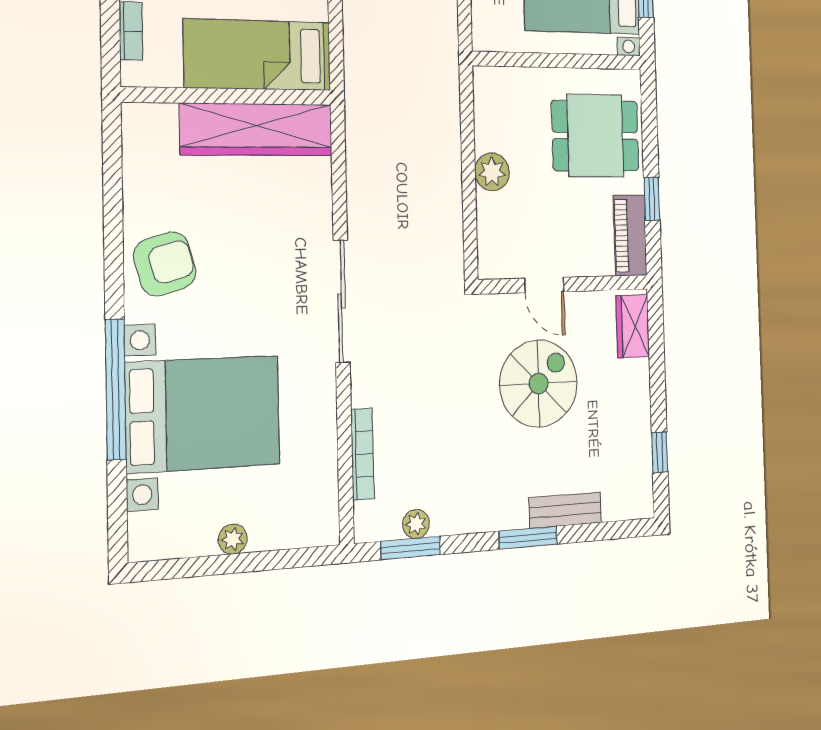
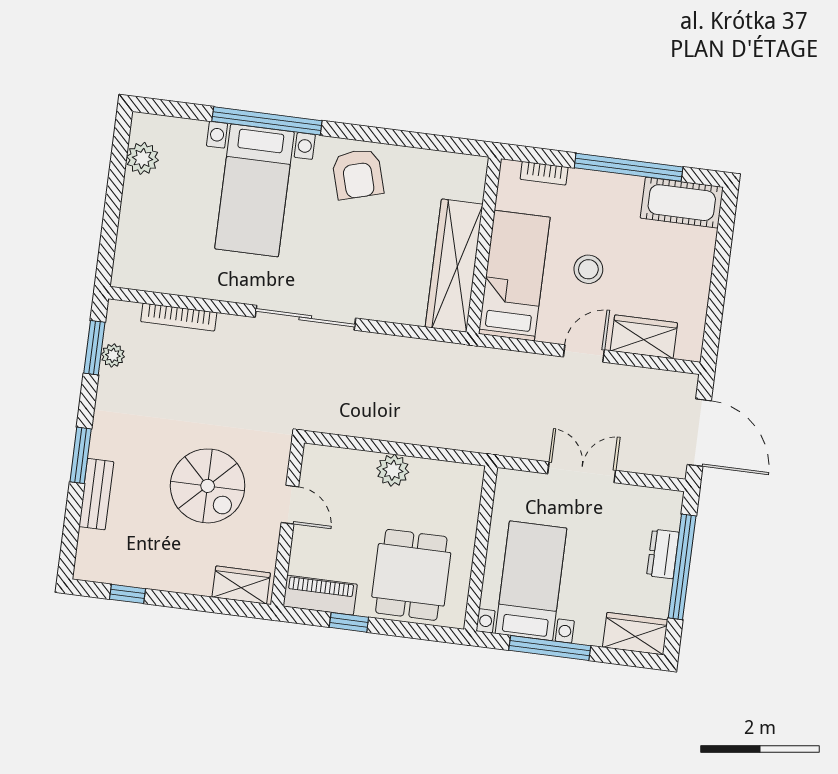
door: (544, 285) -> (290, 505), swing flipped
bed with nightstands: (203, 414) -> (255, 190), width x0.73
plant: (233, 539) -> (143, 158), moved, width x1.38, depth x1.38

